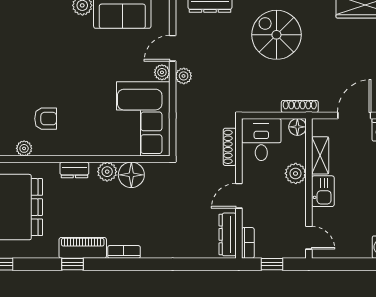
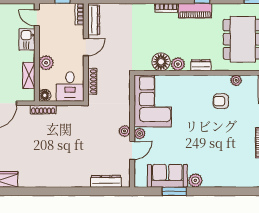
spiral stairs: (276, 35) -> (59, 160), removed
kitchen sink: (323, 191) -> (27, 39), moved

